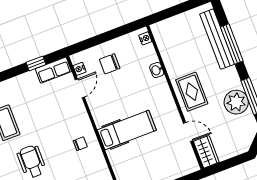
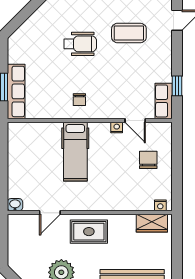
nightstand: (79, 69) -> (117, 127), moved
washbasin: (157, 70) -> (15, 205), moved
wardrobe: (206, 152) -> (152, 223), moved

